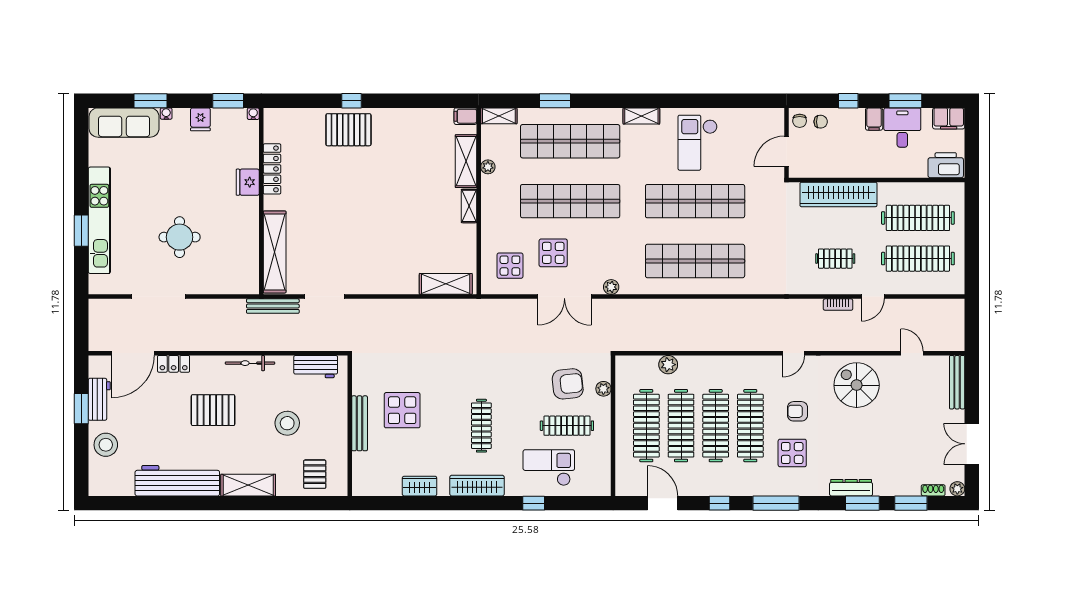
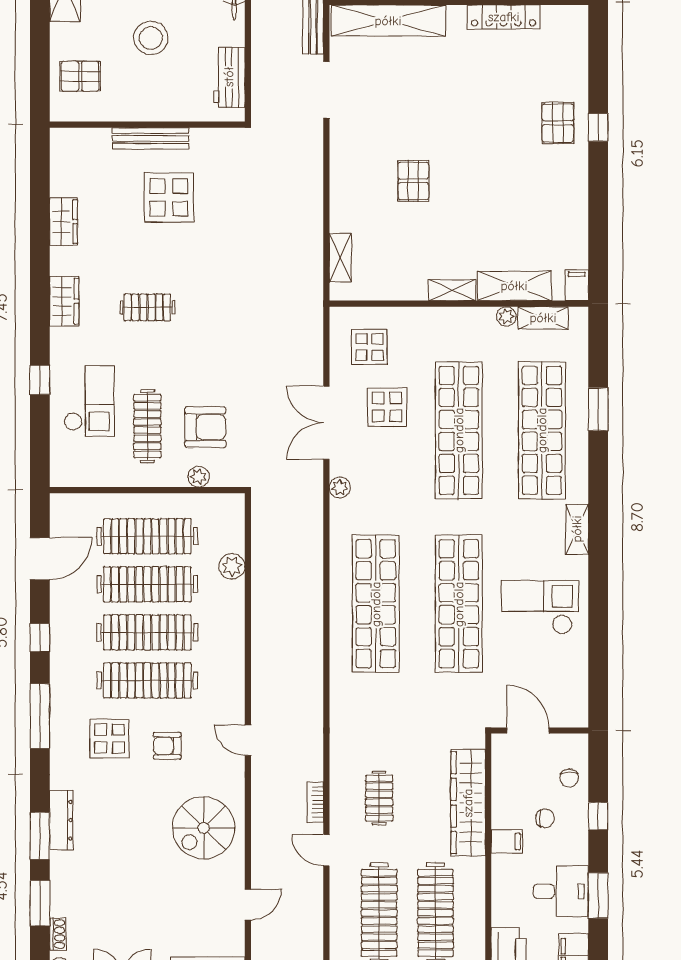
shelving: (499, 116) -> (543, 318), moved, turned 90
filing cabinet: (874, 119) -> (507, 842), moved, turned 180
chair: (800, 121) -> (545, 818), moved, turned 180
pallet: (348, 130) -> (558, 123), width x0.67, depth x0.71
pallet: (390, 234) -> (413, 181), added
shelving: (446, 284) -> (340, 258), width x0.67, depth x0.75
armchair: (568, 384) -> (205, 427), turned -84
spiral stairs: (857, 385) -> (204, 828), turned 180
armchair: (798, 411) -> (167, 746), turned -90
clothes rail: (481, 426) -> (147, 307), width x0.73
wardrobe: (477, 486) -> (64, 301), width x0.67

